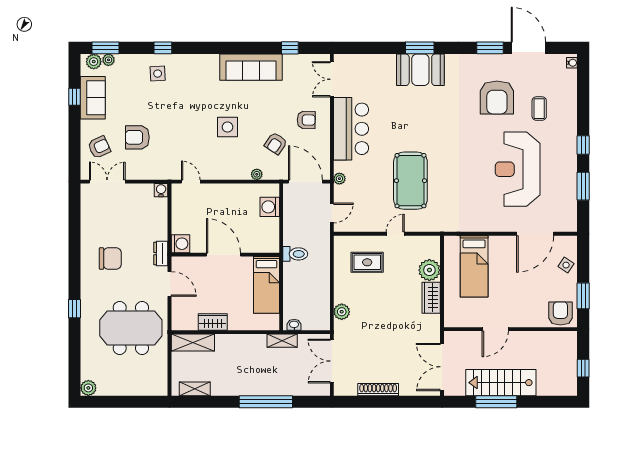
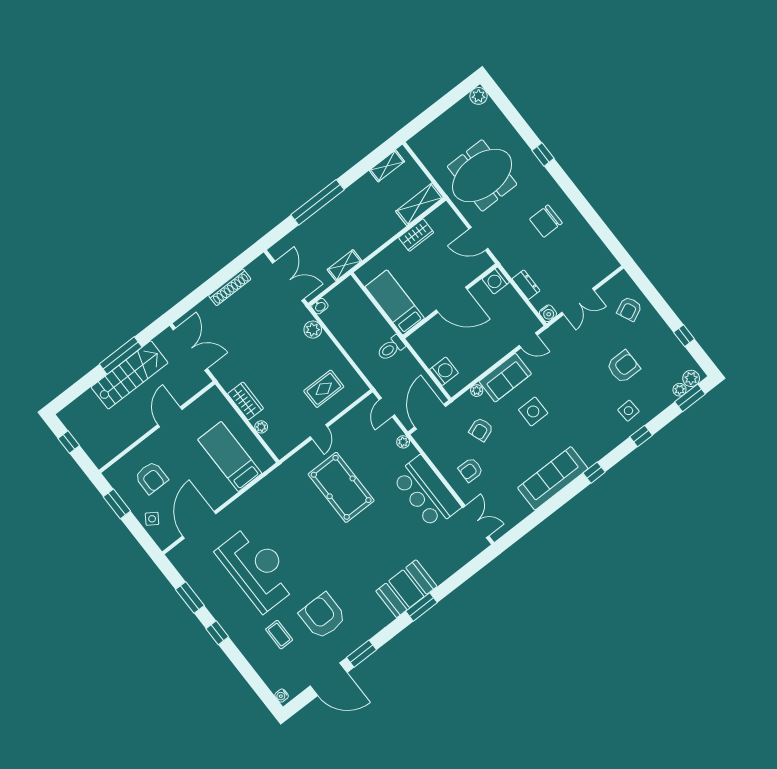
window: (290, 48) -> (594, 473), moved
sofa: (93, 98) -> (505, 378), moved, turned -90
armchair: (137, 137) -> (623, 367), moved
armchair: (276, 143) -> (481, 430), turned -144
double door: (107, 182) -> (578, 302), moved
door: (305, 182) -> (430, 417), swing flipped
dresser: (161, 254) -> (526, 285), moved
plant: (429, 270) -> (261, 427), width x0.53, depth x0.53
armchair: (560, 313) -> (151, 478), moved
washbasin: (294, 325) -> (320, 306), moved

